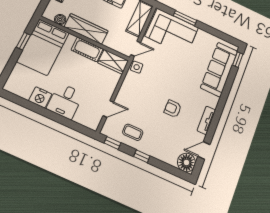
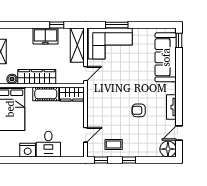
side table: (137, 67) -> (93, 89), removed

